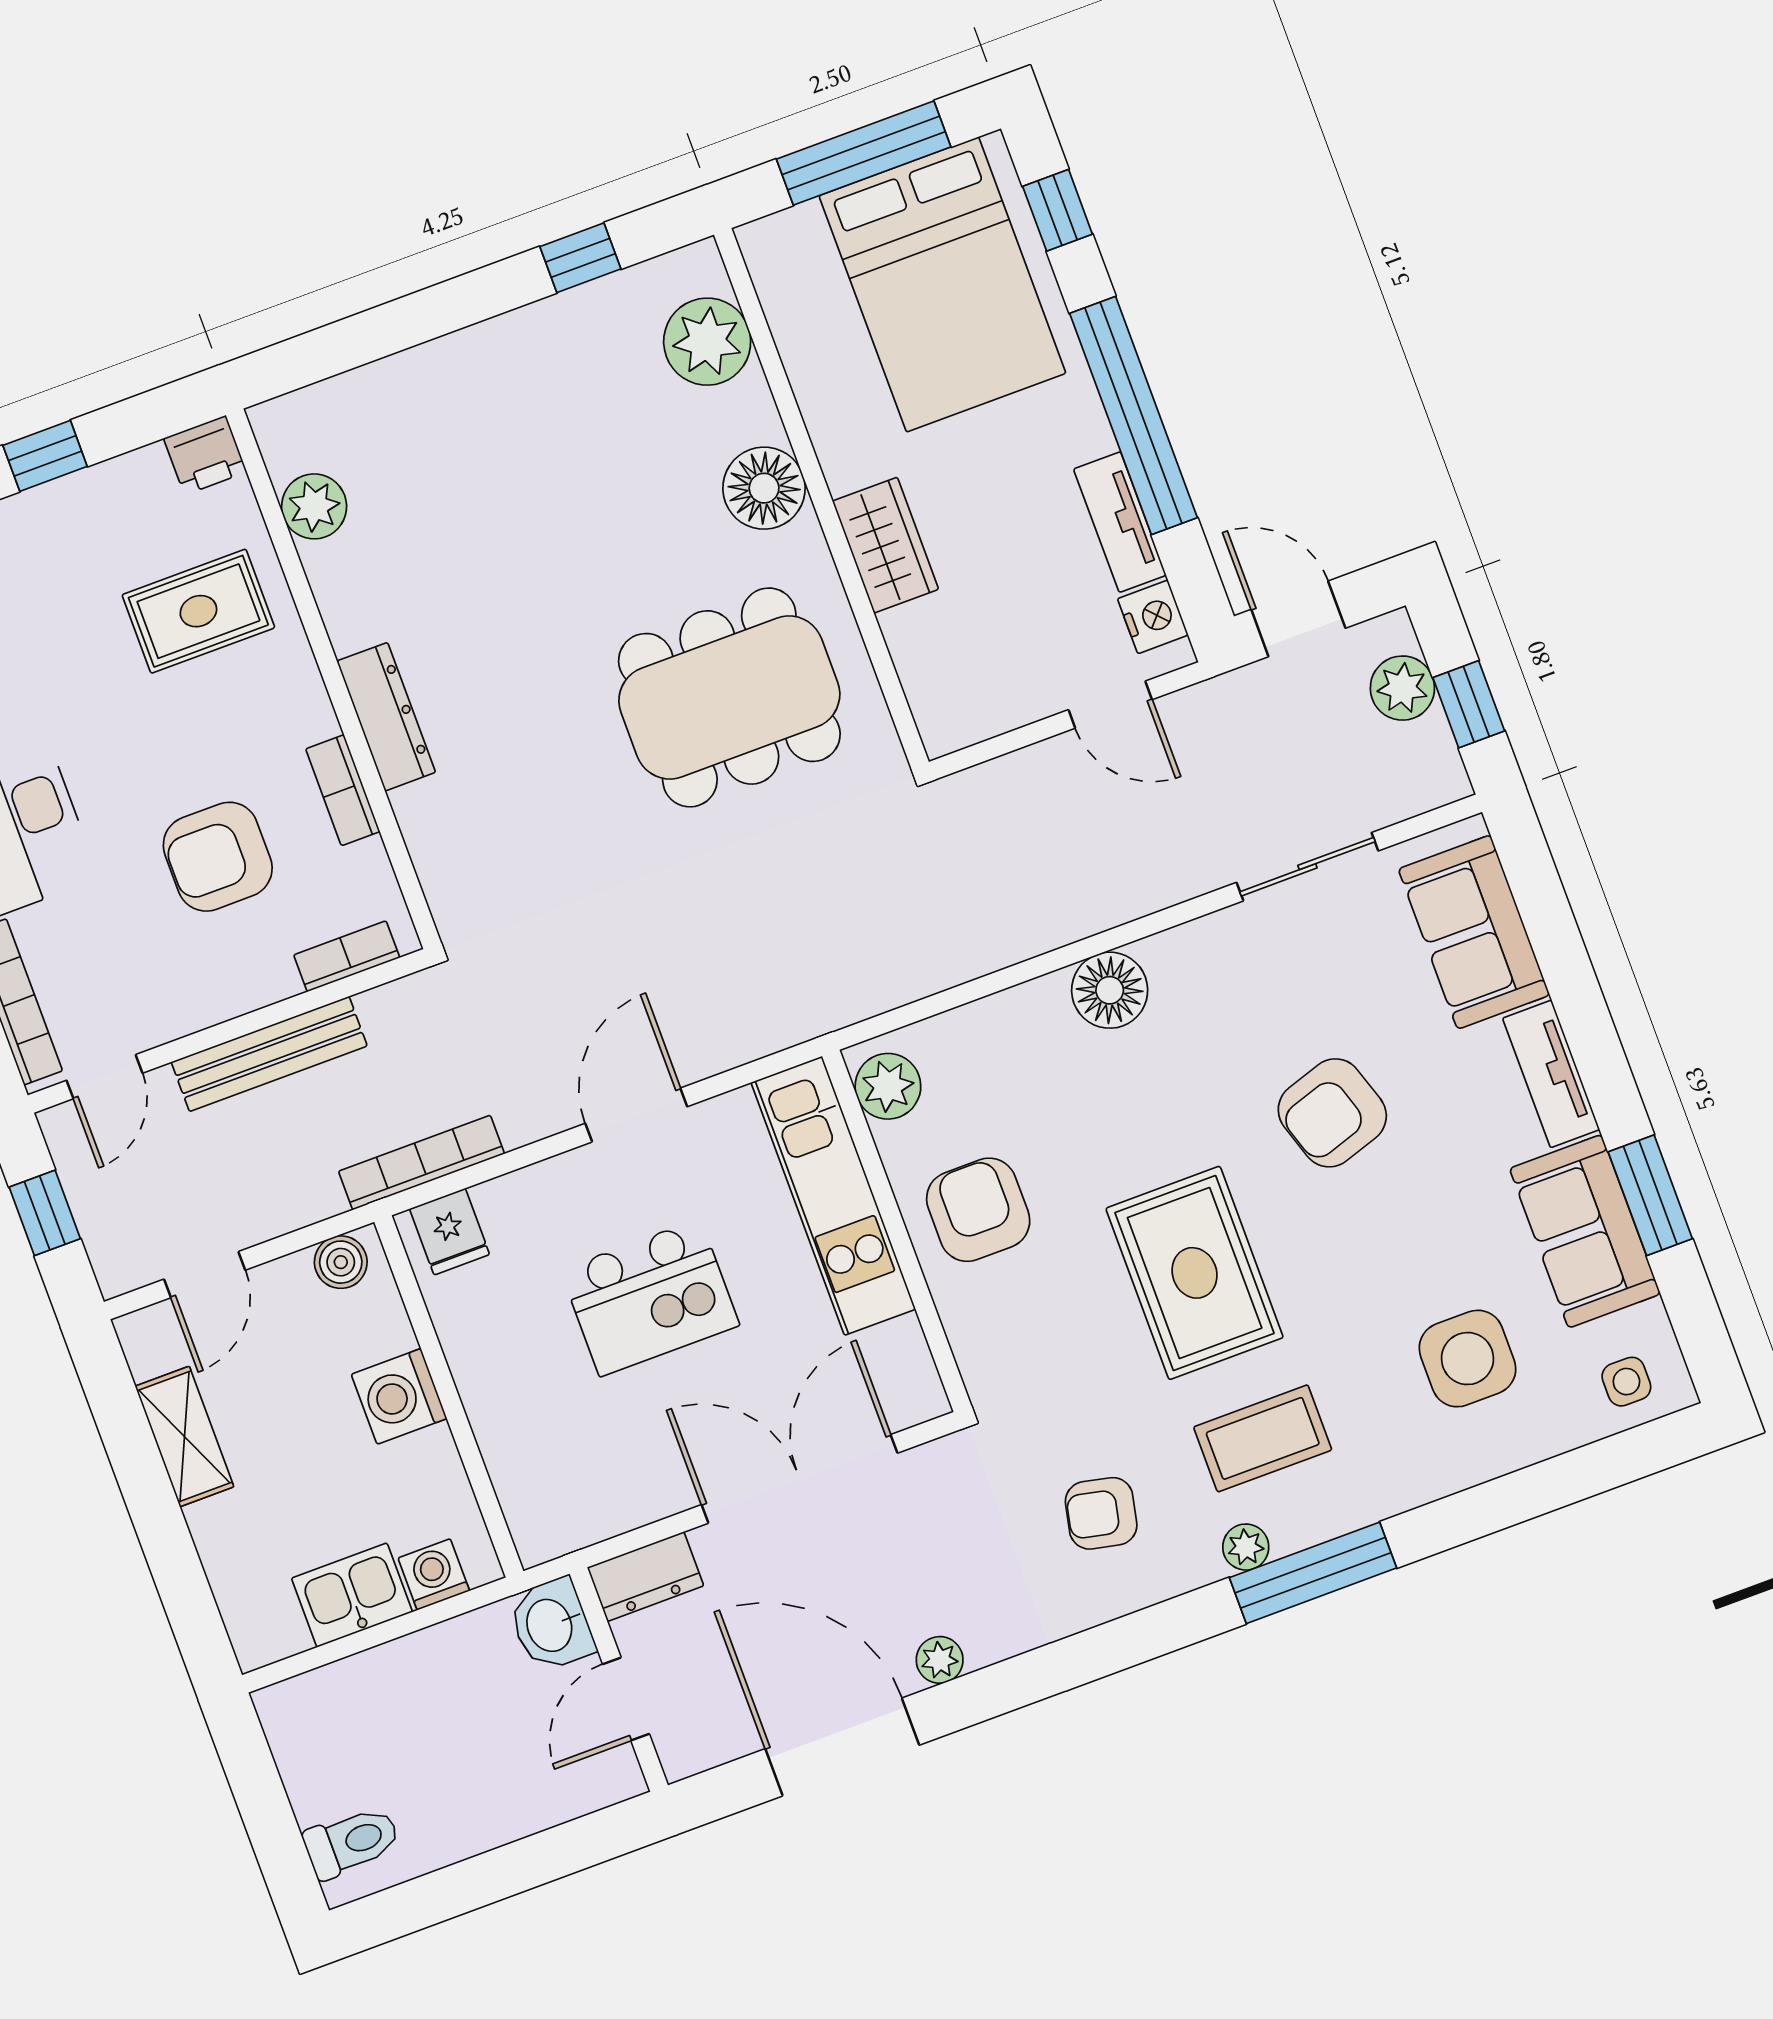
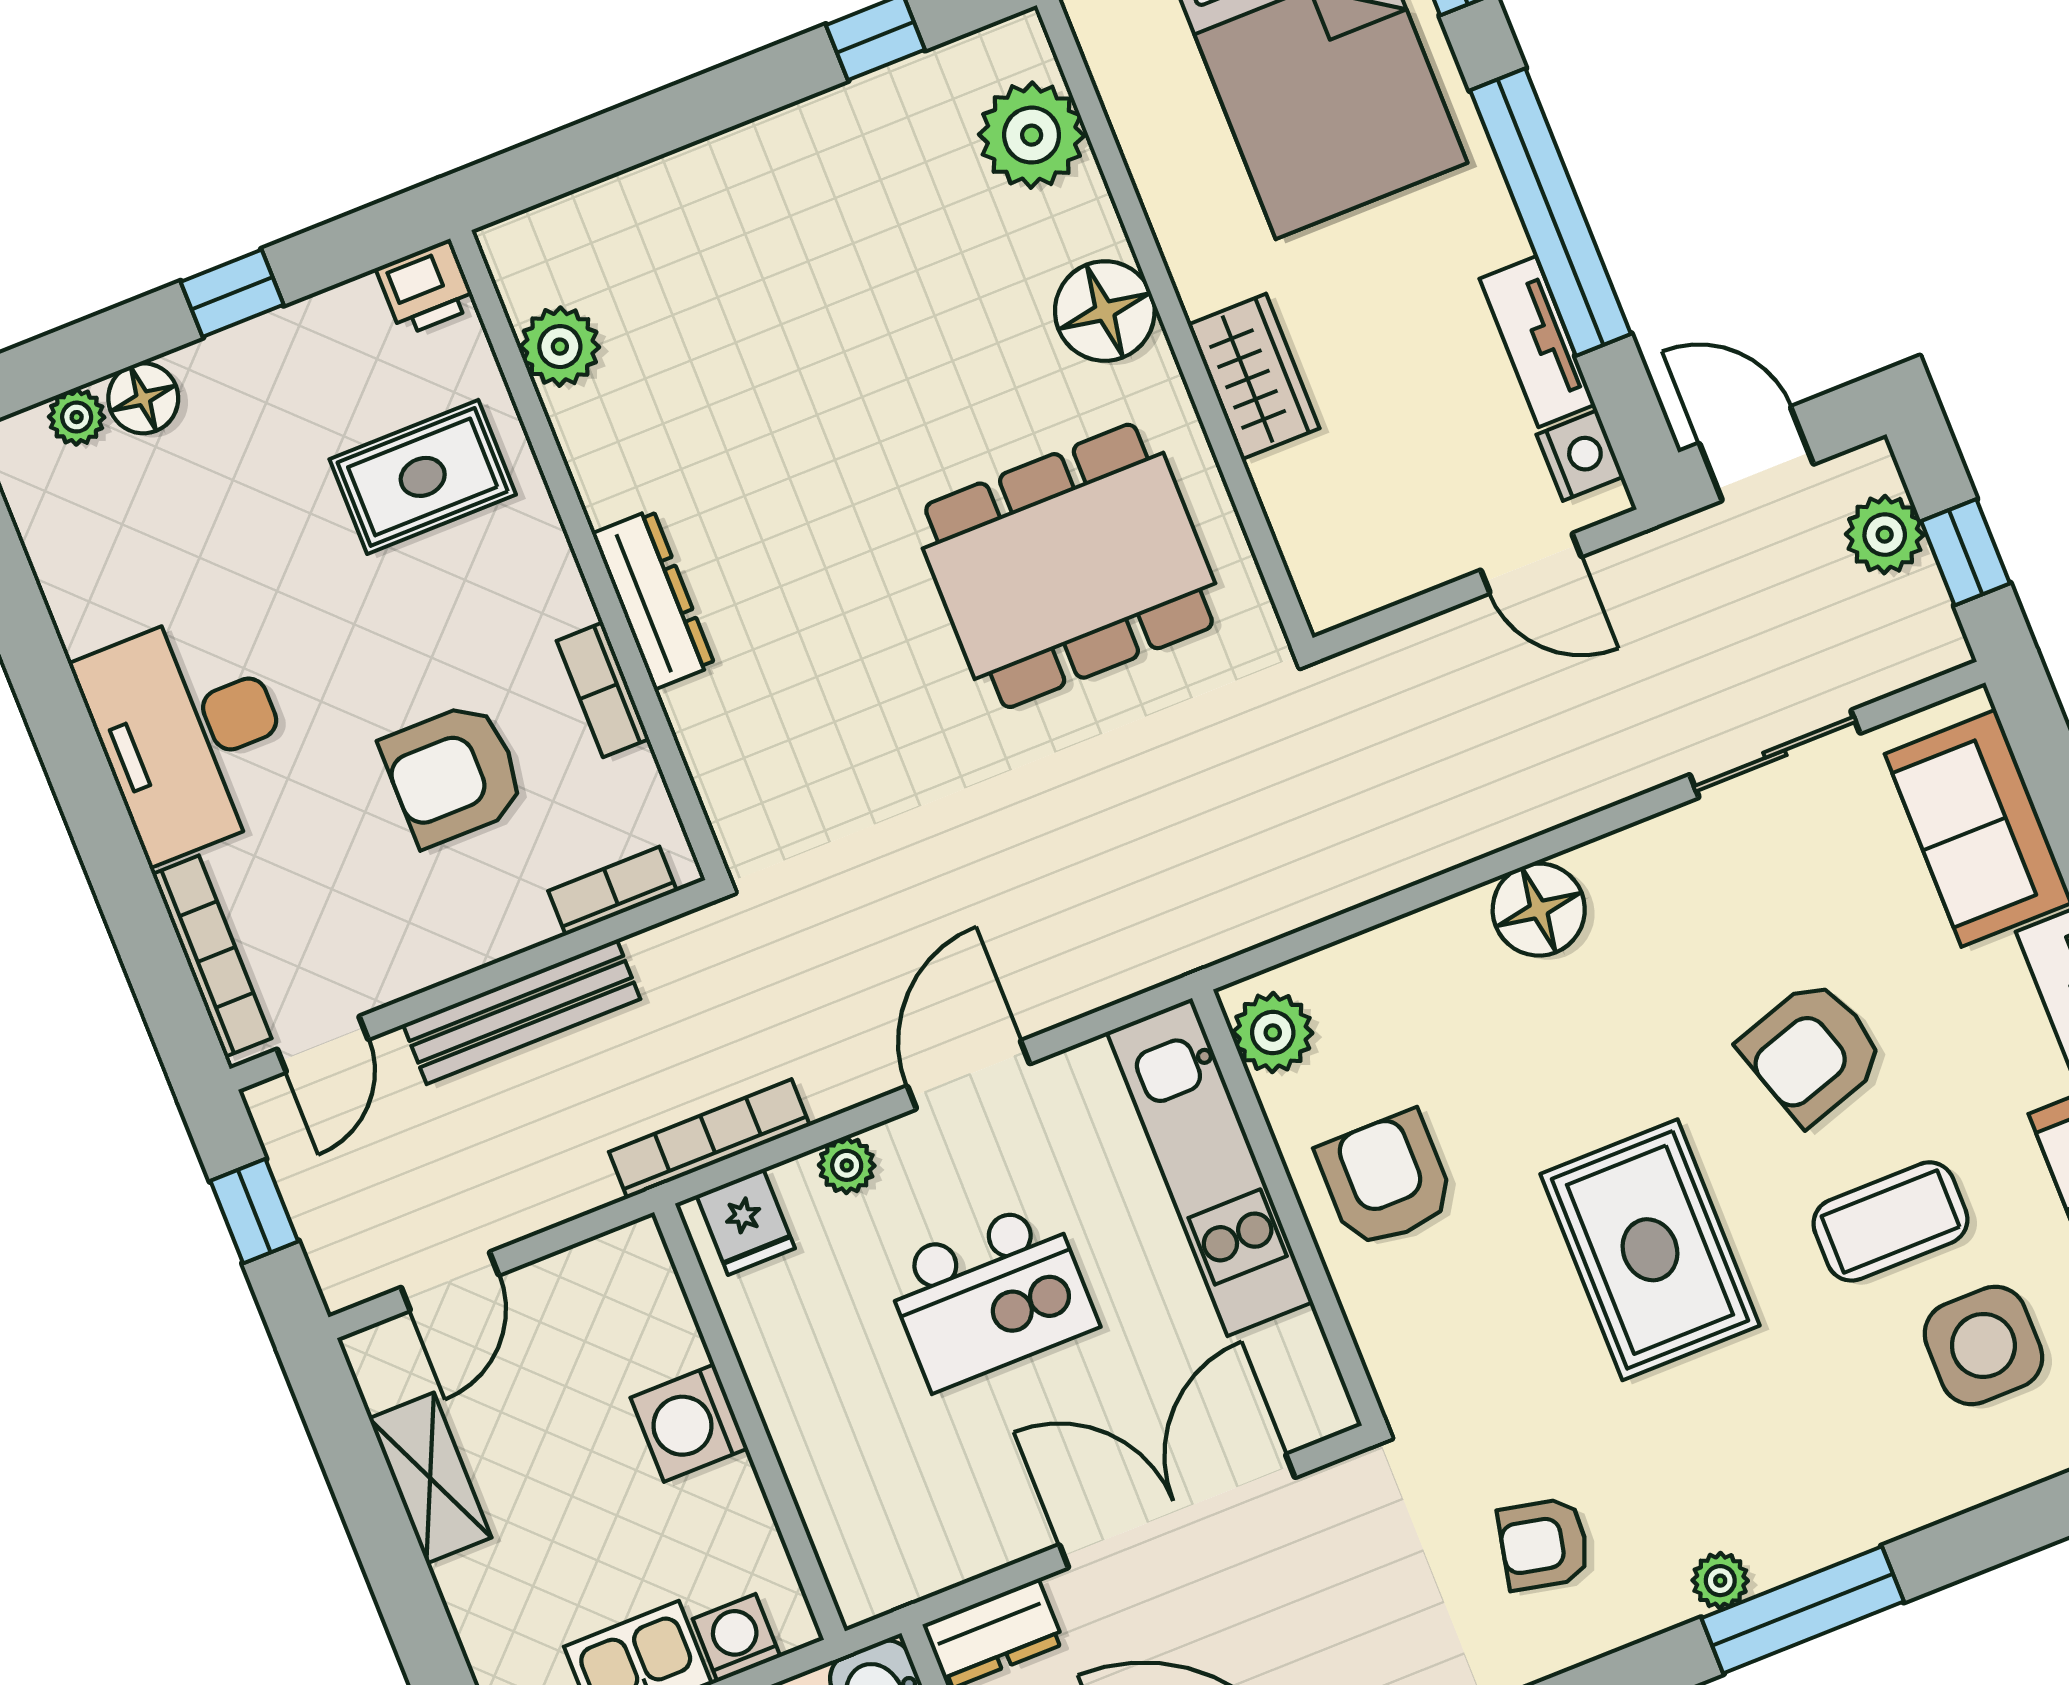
plant: (534, 1187) -> (847, 1165), added
boiler: (341, 1262) -> (615, 1262), removed
coffee table: (1263, 1438) -> (1890, 1221), moved

